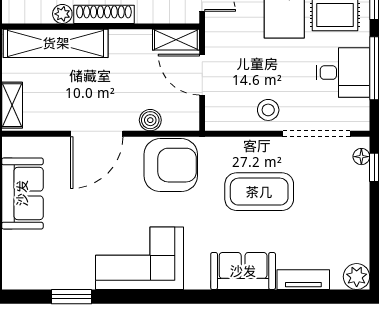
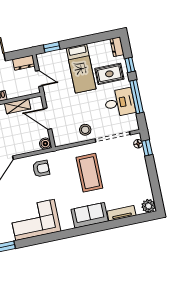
shelving: (176, 40) -> (18, 106), moved
boiler: (150, 120) -> (45, 144), moved
armchair: (171, 165) -> (41, 169), width x0.53, depth x0.53
coffee table: (259, 192) -> (89, 173), turned 90

